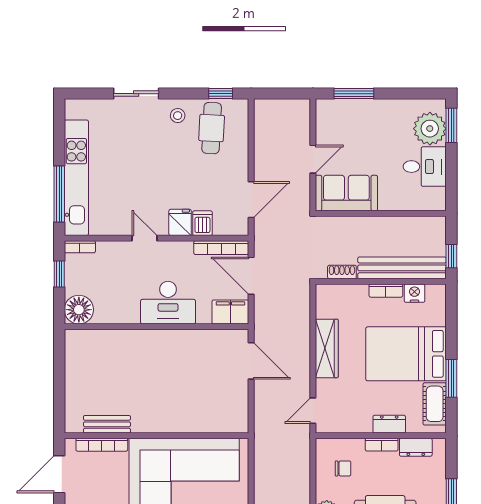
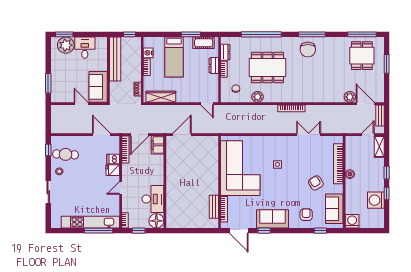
bench: (402, 268) -> (115, 59), moved
desk: (168, 303) -> (153, 199), moved
wardrobe: (327, 348) -> (161, 97), moved
bed: (406, 354) -> (174, 57), width x0.67

